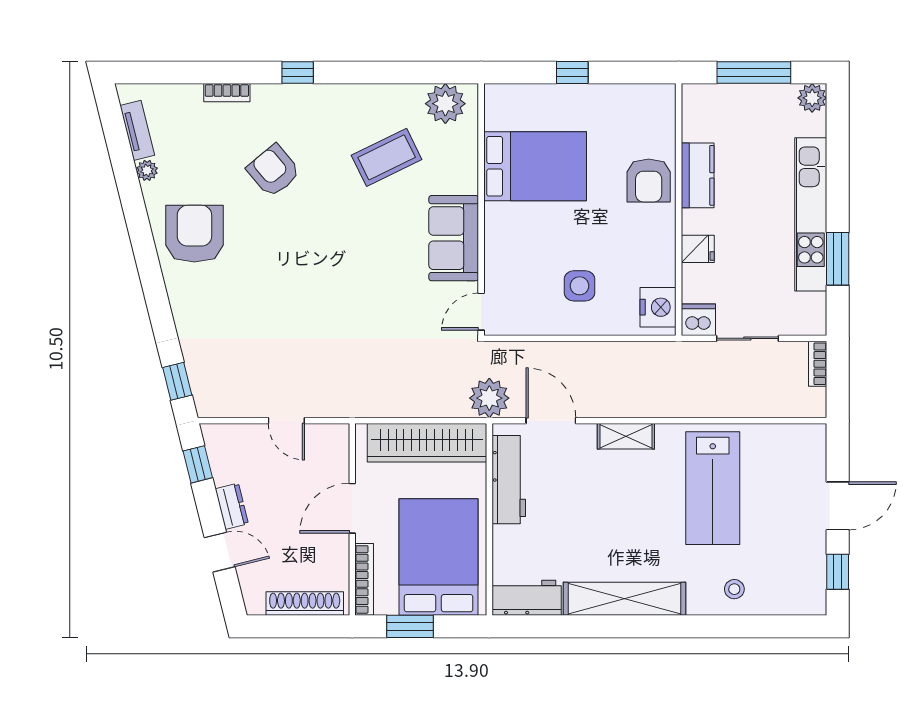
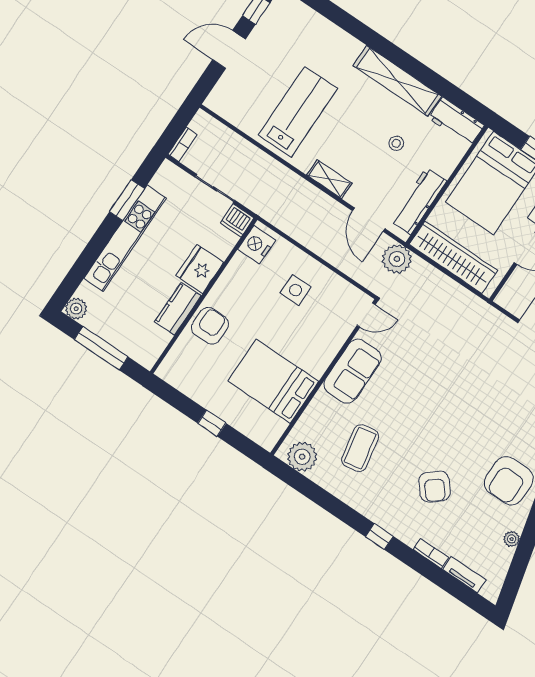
tv unit: (137, 130) -> (464, 575), moved, turned 104
coffee table: (387, 157) -> (360, 448), turned -75
fridge: (698, 249) -> (200, 269), width x1.88, depth x1.34
stool: (734, 589) -> (396, 143), moved

